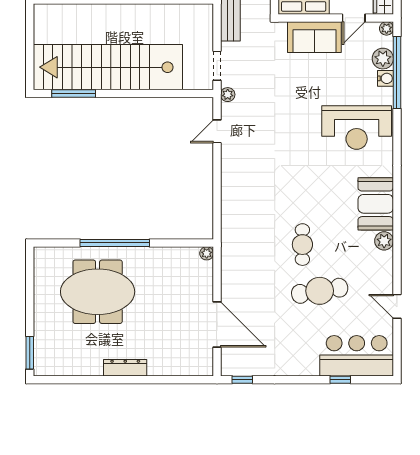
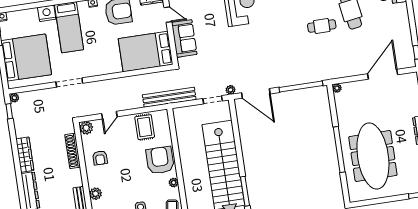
door: (217, 131) -> (256, 93), width x1.87
window: (217, 200) -> (301, 87), added
meeting table: (98, 292) -> (373, 156), width x1.36

